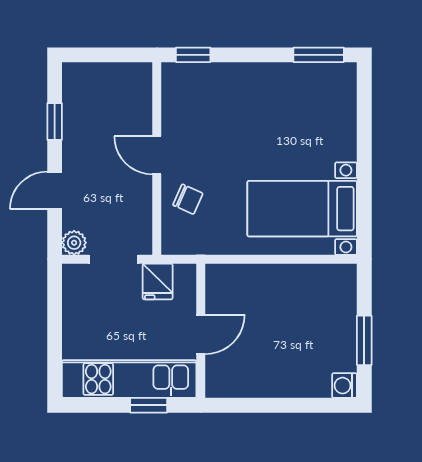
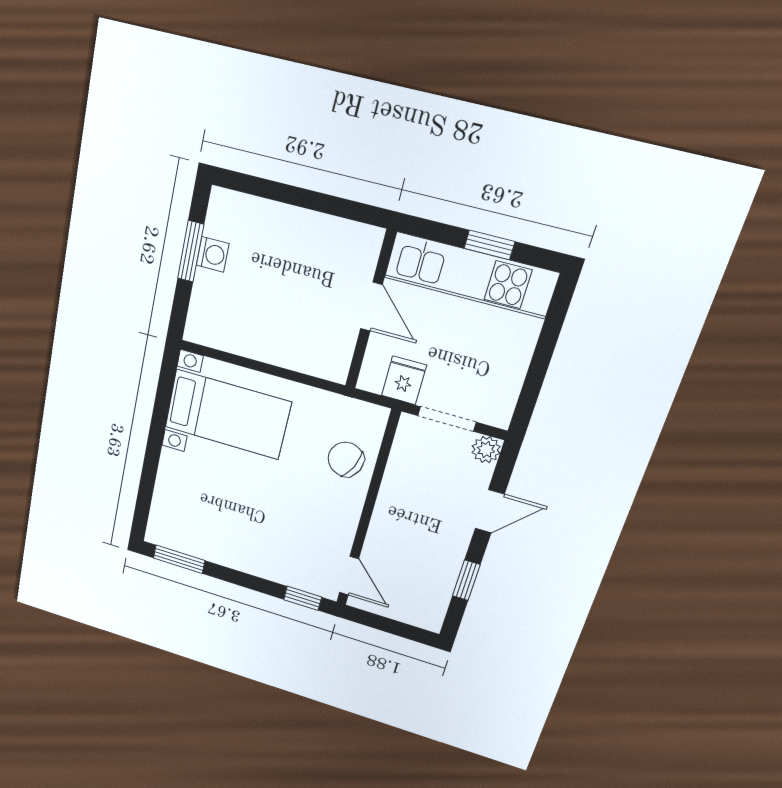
door: (157, 155) -> (349, 576), moved
chair: (188, 199) -> (346, 459), width x1.37, depth x1.37
door: (201, 334) -> (371, 307), swing flipped
washing machine: (345, 386) -> (213, 254), moved
window: (149, 405) -> (489, 245), moved

